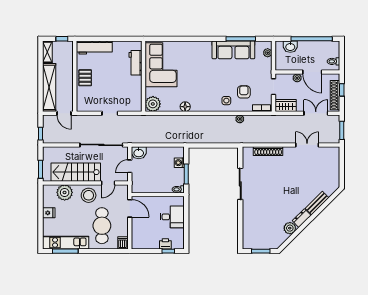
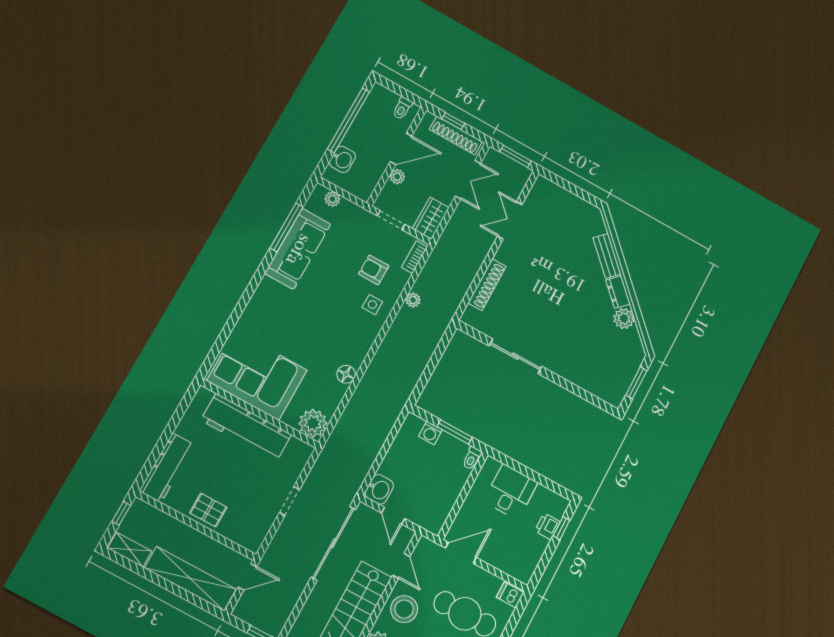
workbench: (136, 63) -> (246, 427), width x1.88, depth x1.32
double door: (316, 113) -> (468, 180), swing flipped

